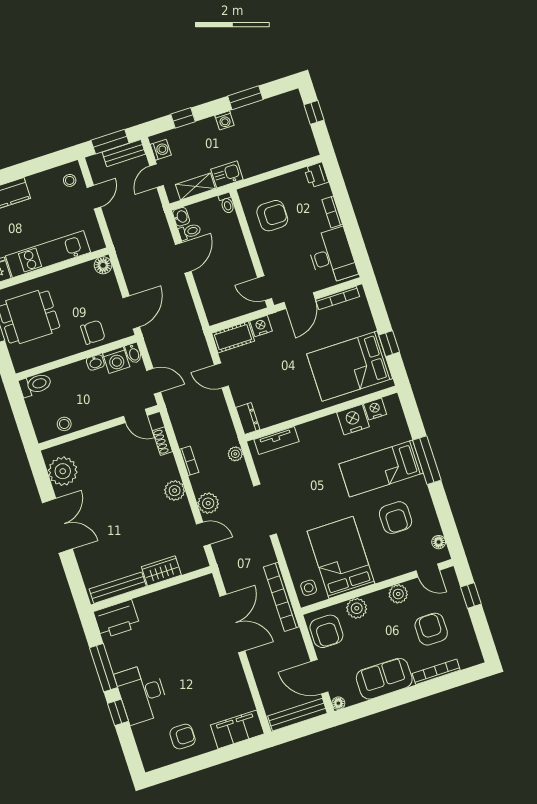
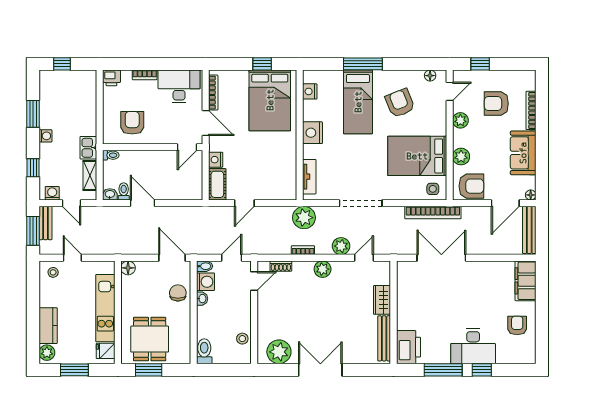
dresser: (248, 418) -> (285, 194), removed
nightstand: (353, 420) -> (312, 133), moved
plant: (235, 454) -> (304, 218), width x1.88, depth x1.88
armchair: (396, 518) -> (400, 103), turned -112

